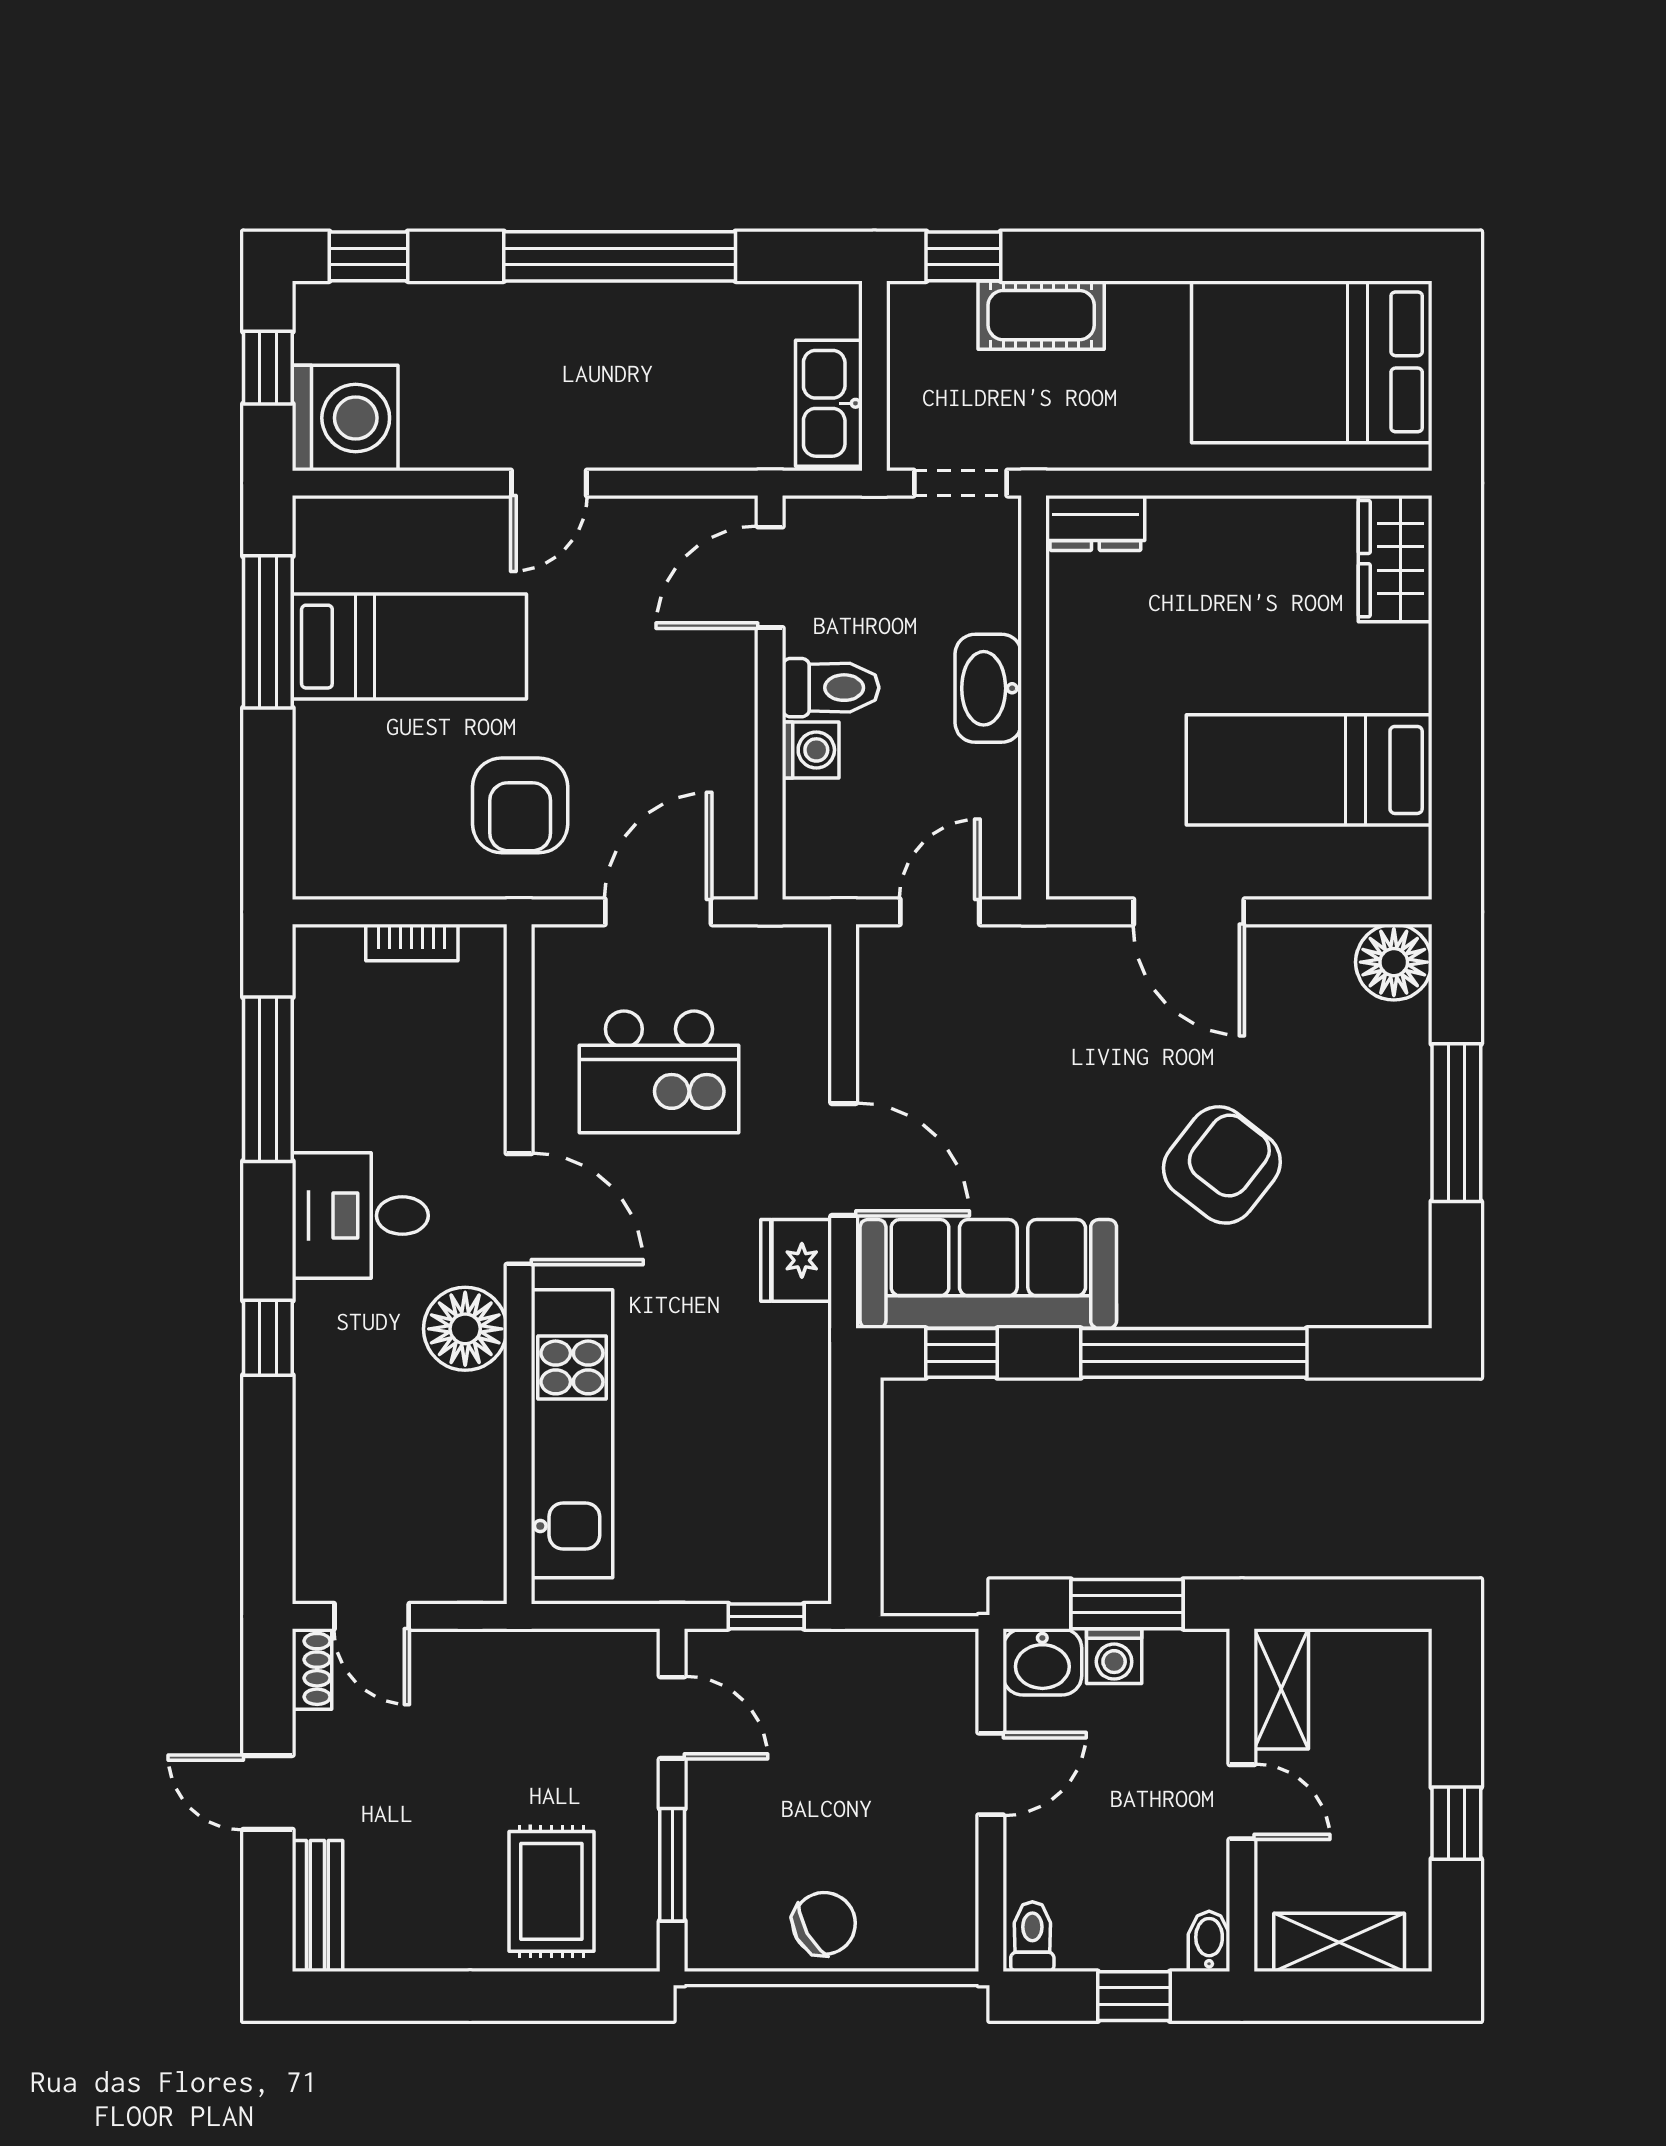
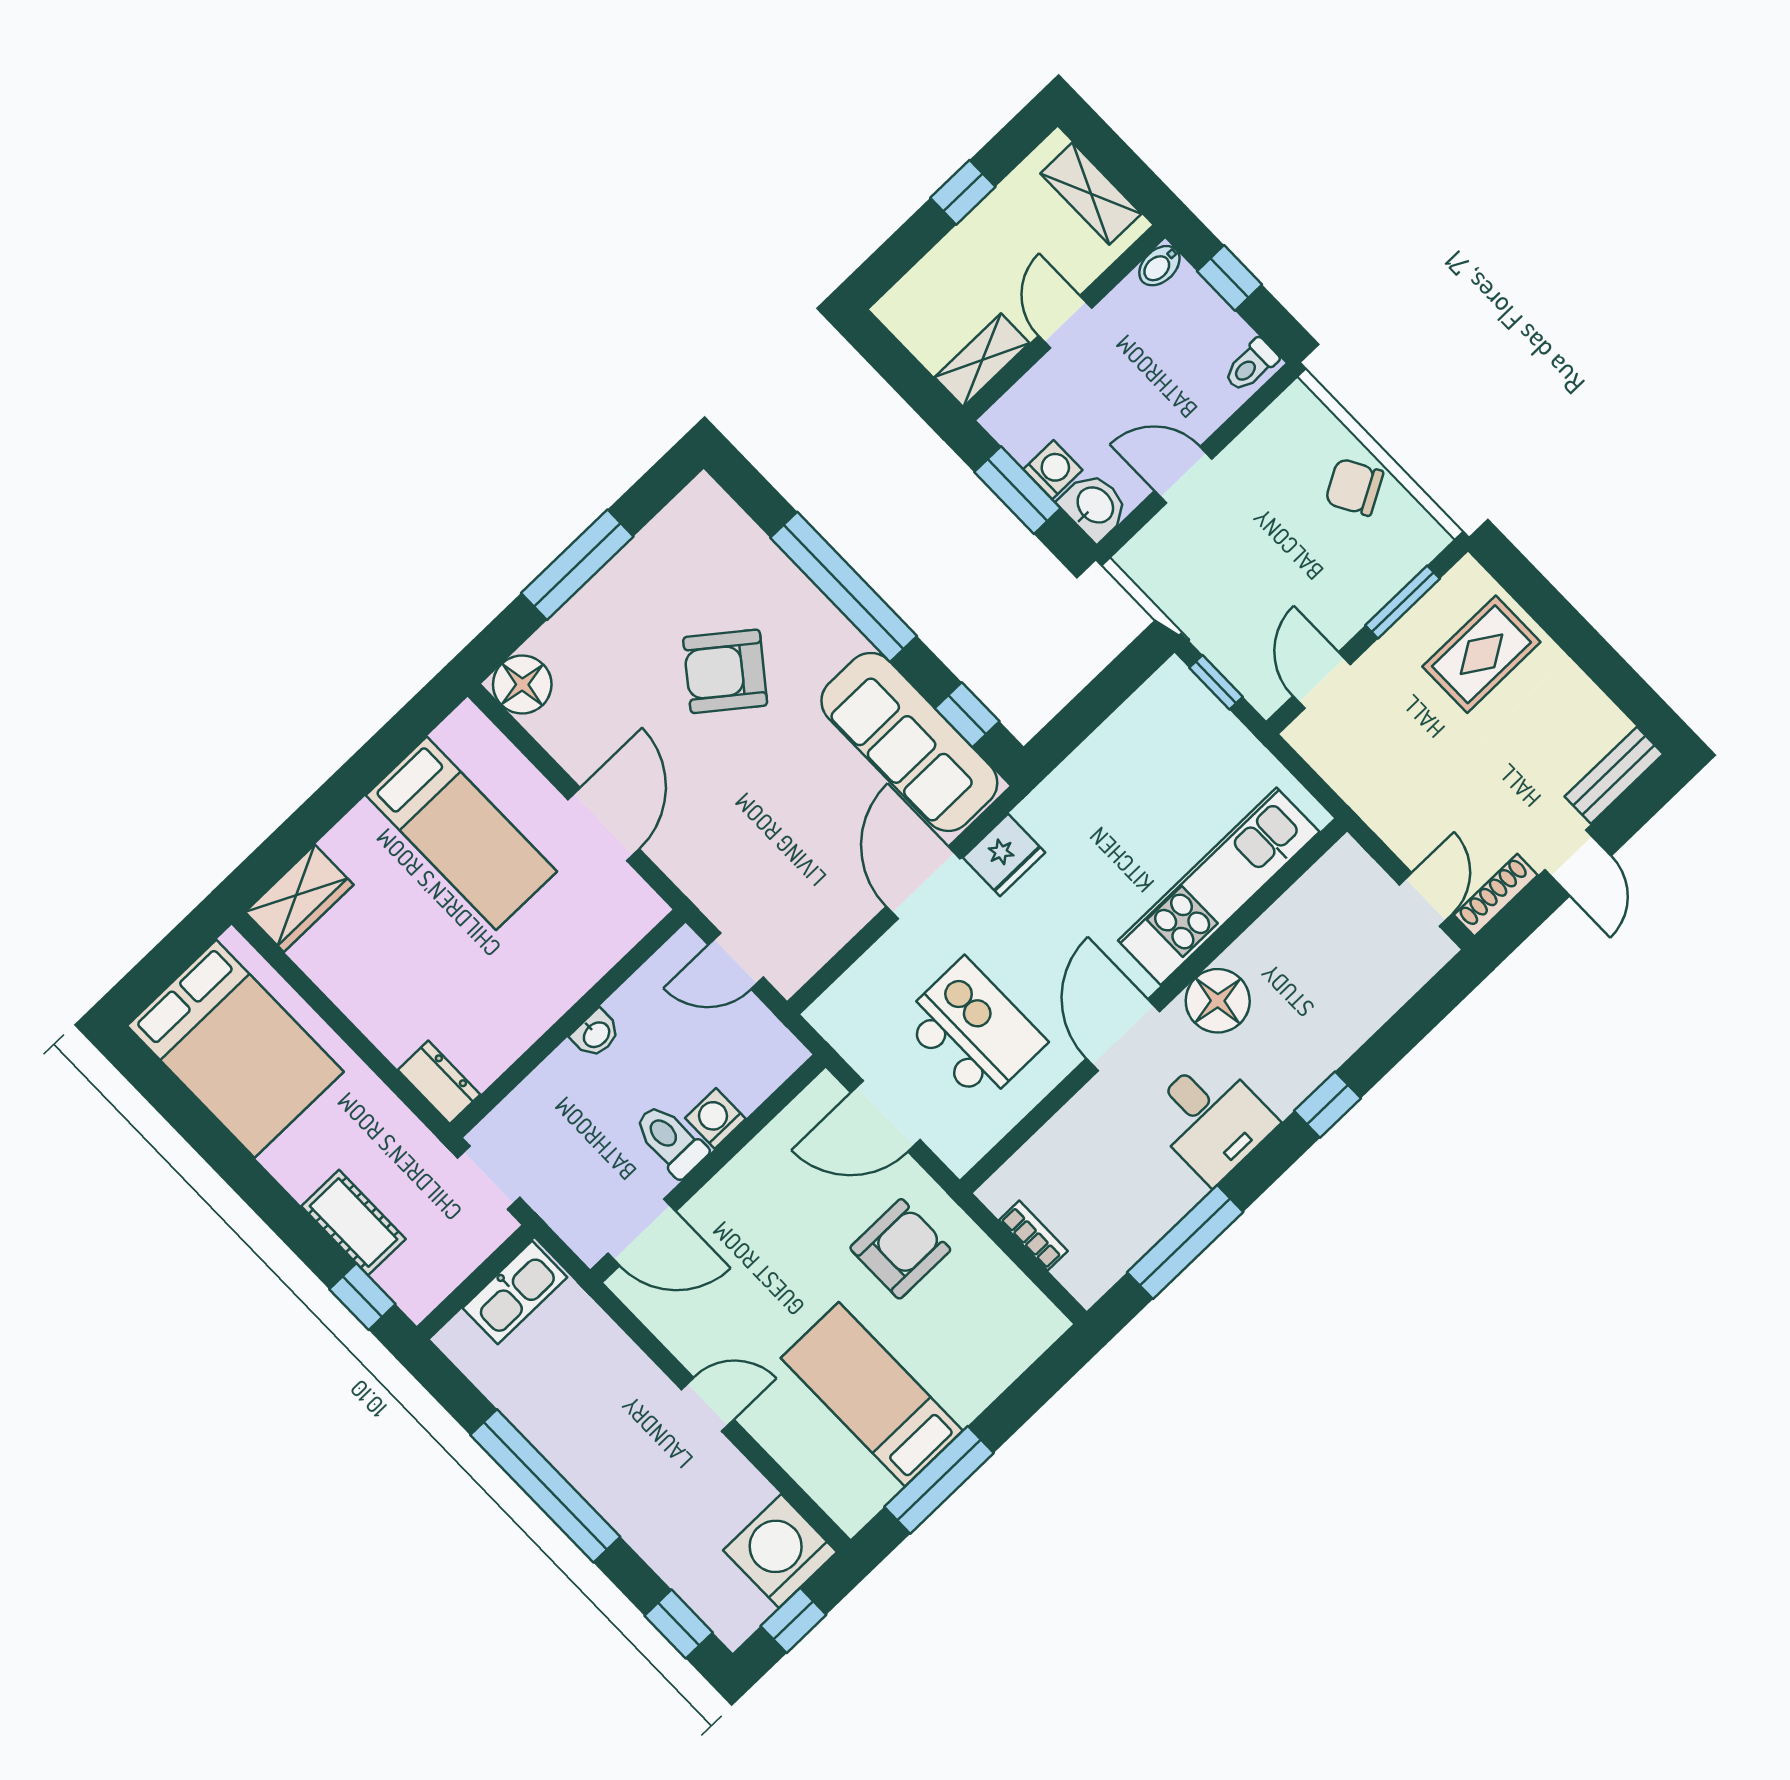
washbasin: (988, 688) -> (596, 1034), width x0.52, depth x0.69
shoe rack: (312, 1669) -> (1496, 895), width x1.43

